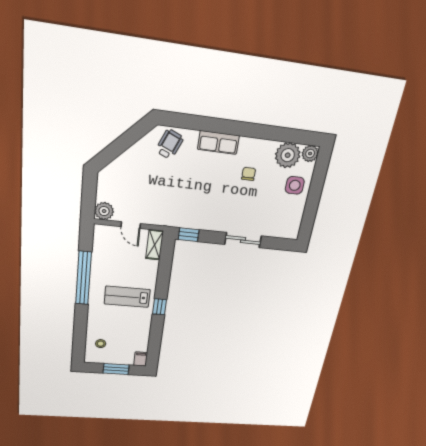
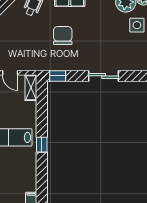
chair: (249, 174) -> (63, 35), moved, width x1.87, depth x1.87

